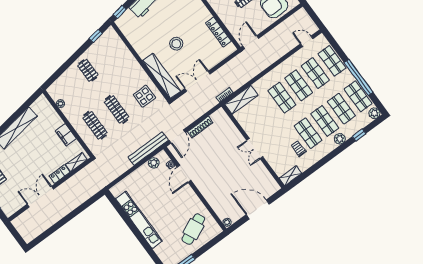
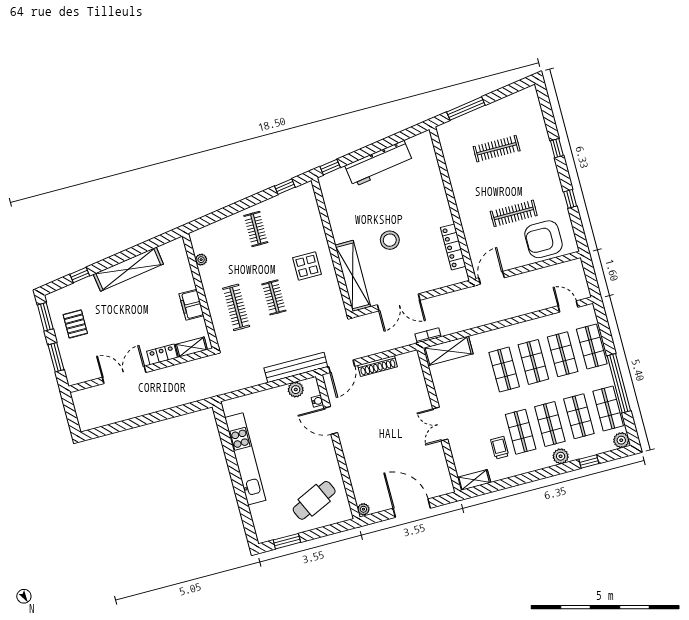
double door: (197, 81) -> (399, 302), swing flipped
display table: (144, 96) -> (307, 266), moved
clothes rail: (117, 109) -> (274, 297), width x0.73
door: (184, 174) -> (331, 420), hinge flipped

